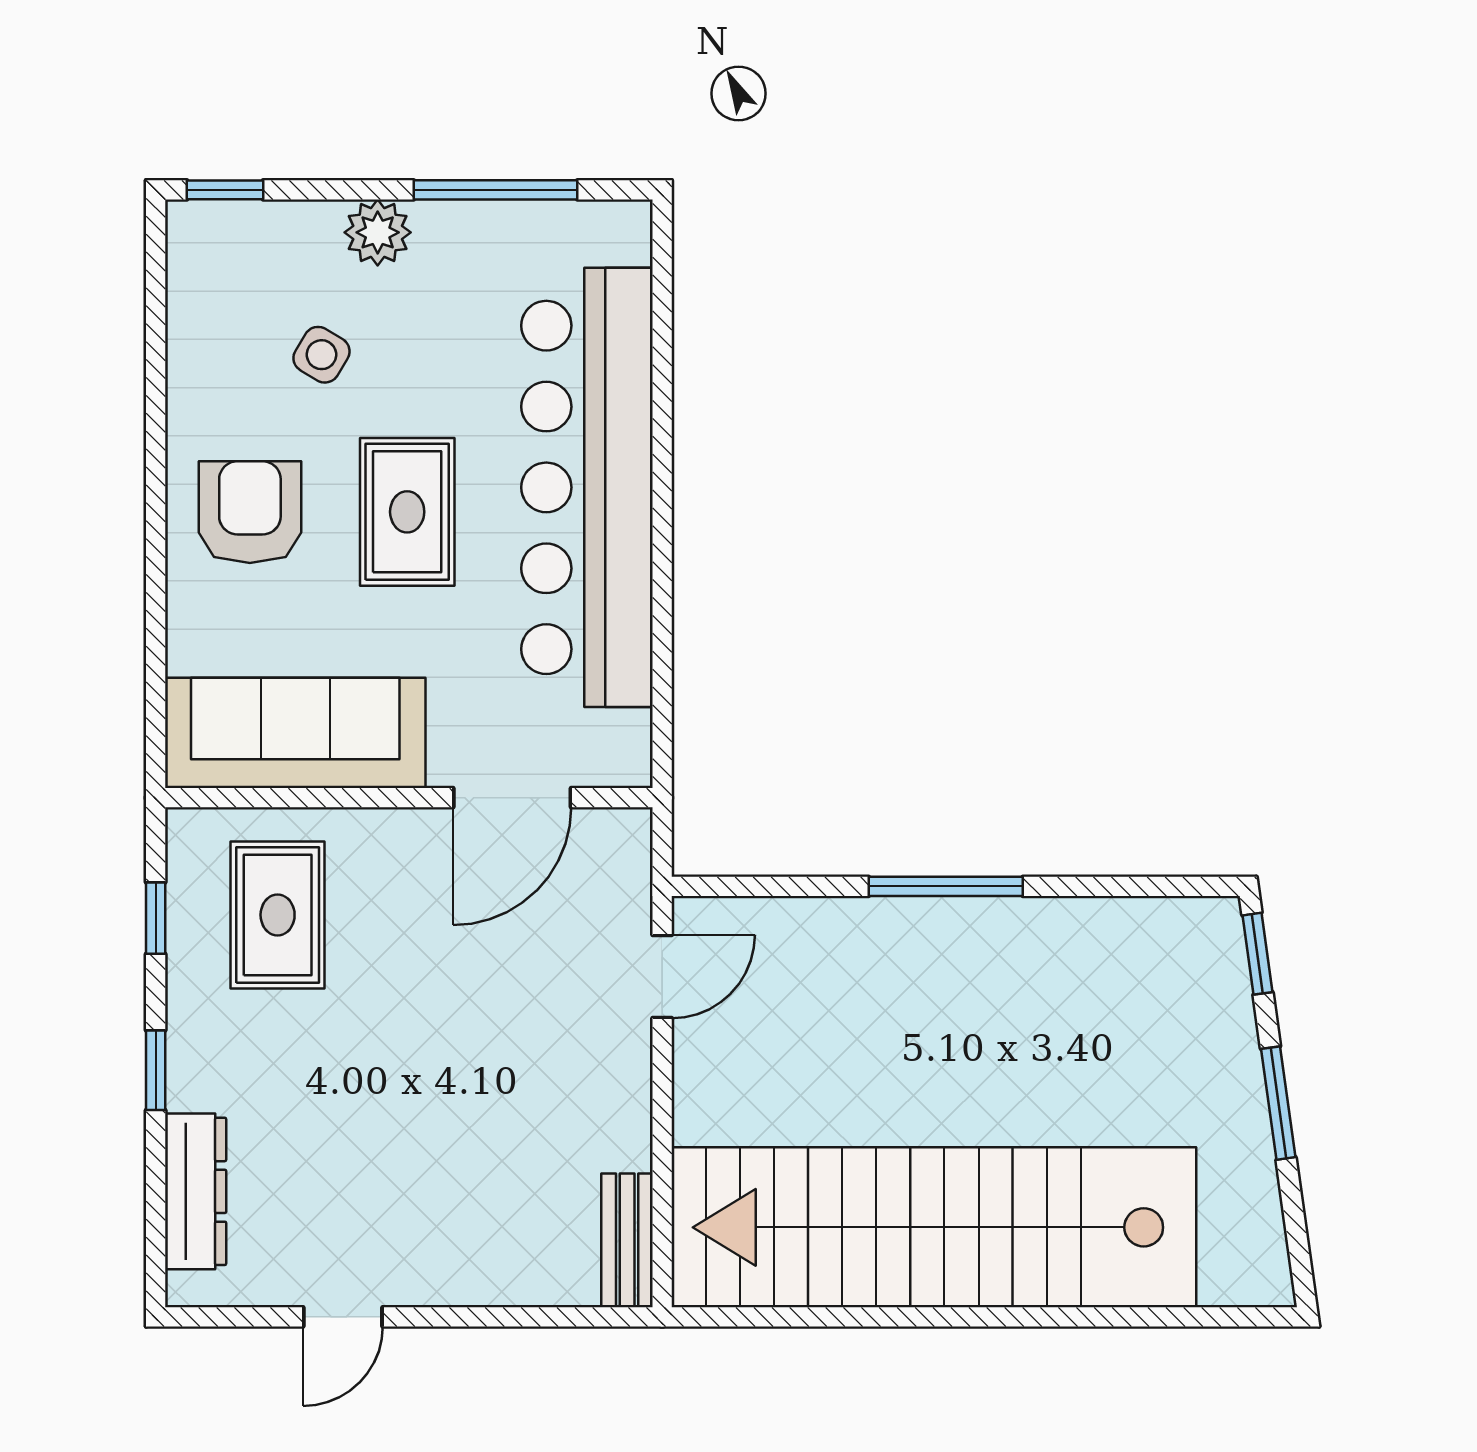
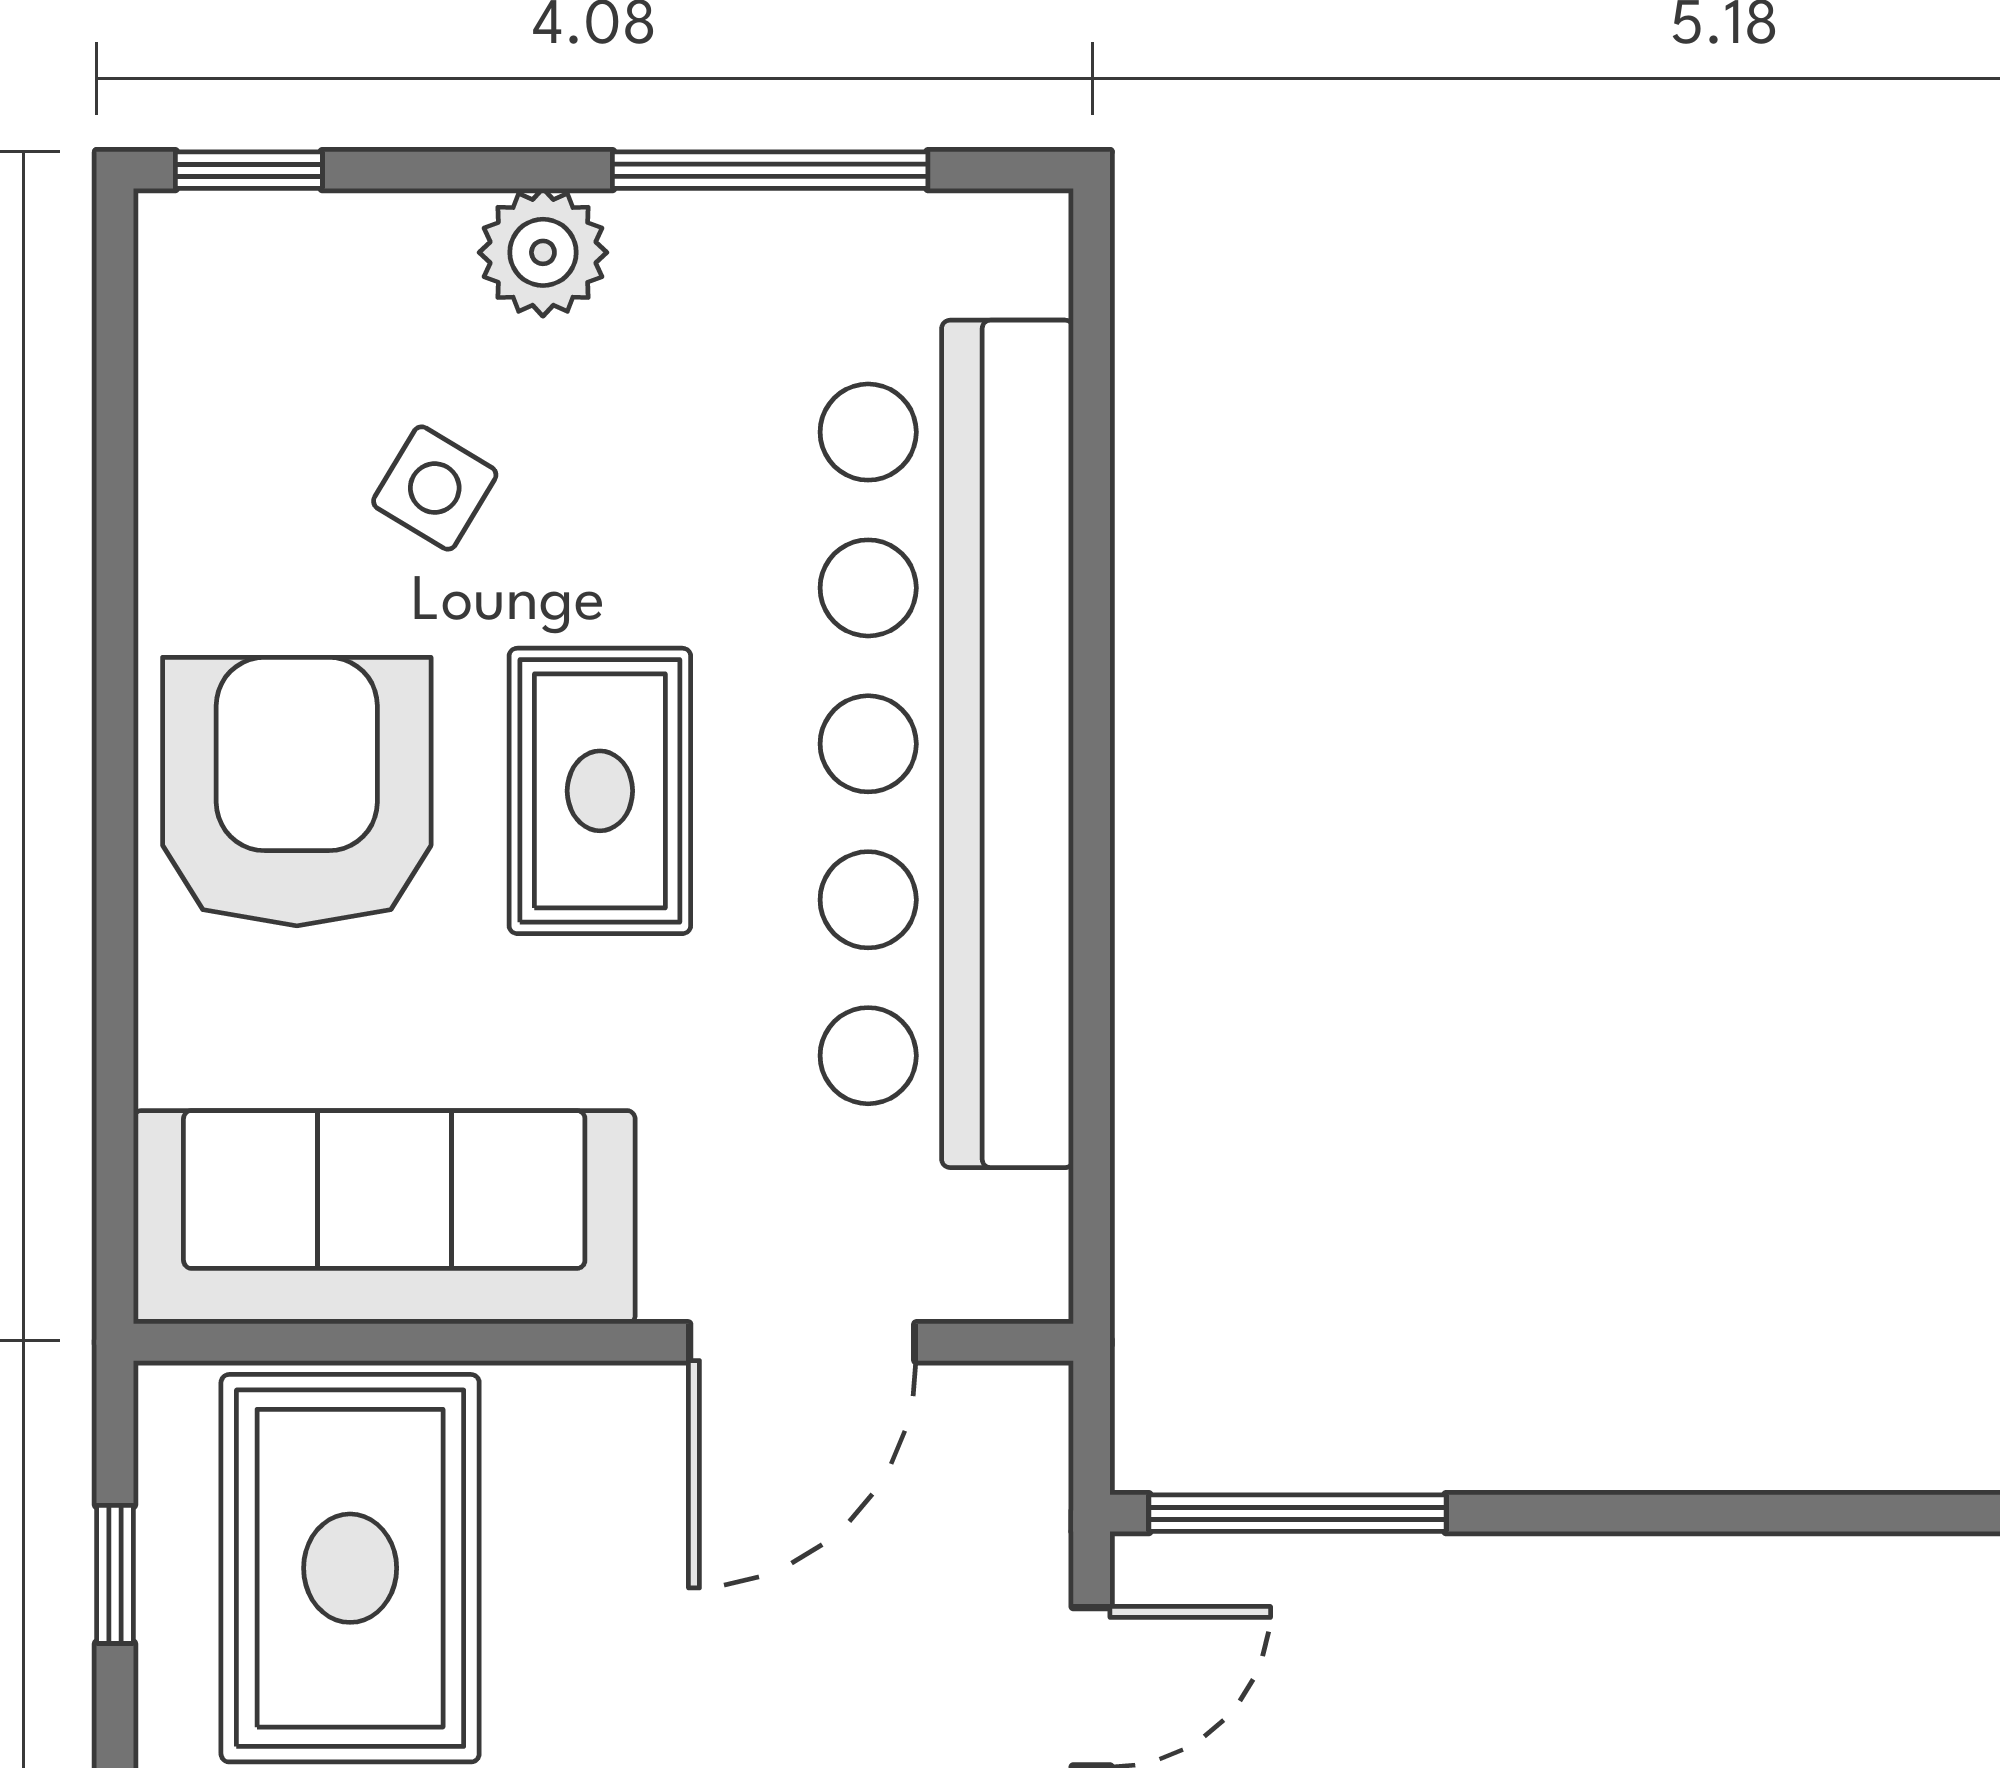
armchair: (250, 512) -> (297, 792), width x1.36, depth x1.36
window: (946, 886) -> (1297, 1513), moved
rug: (278, 915) -> (350, 1568), width x1.36, depth x1.43

